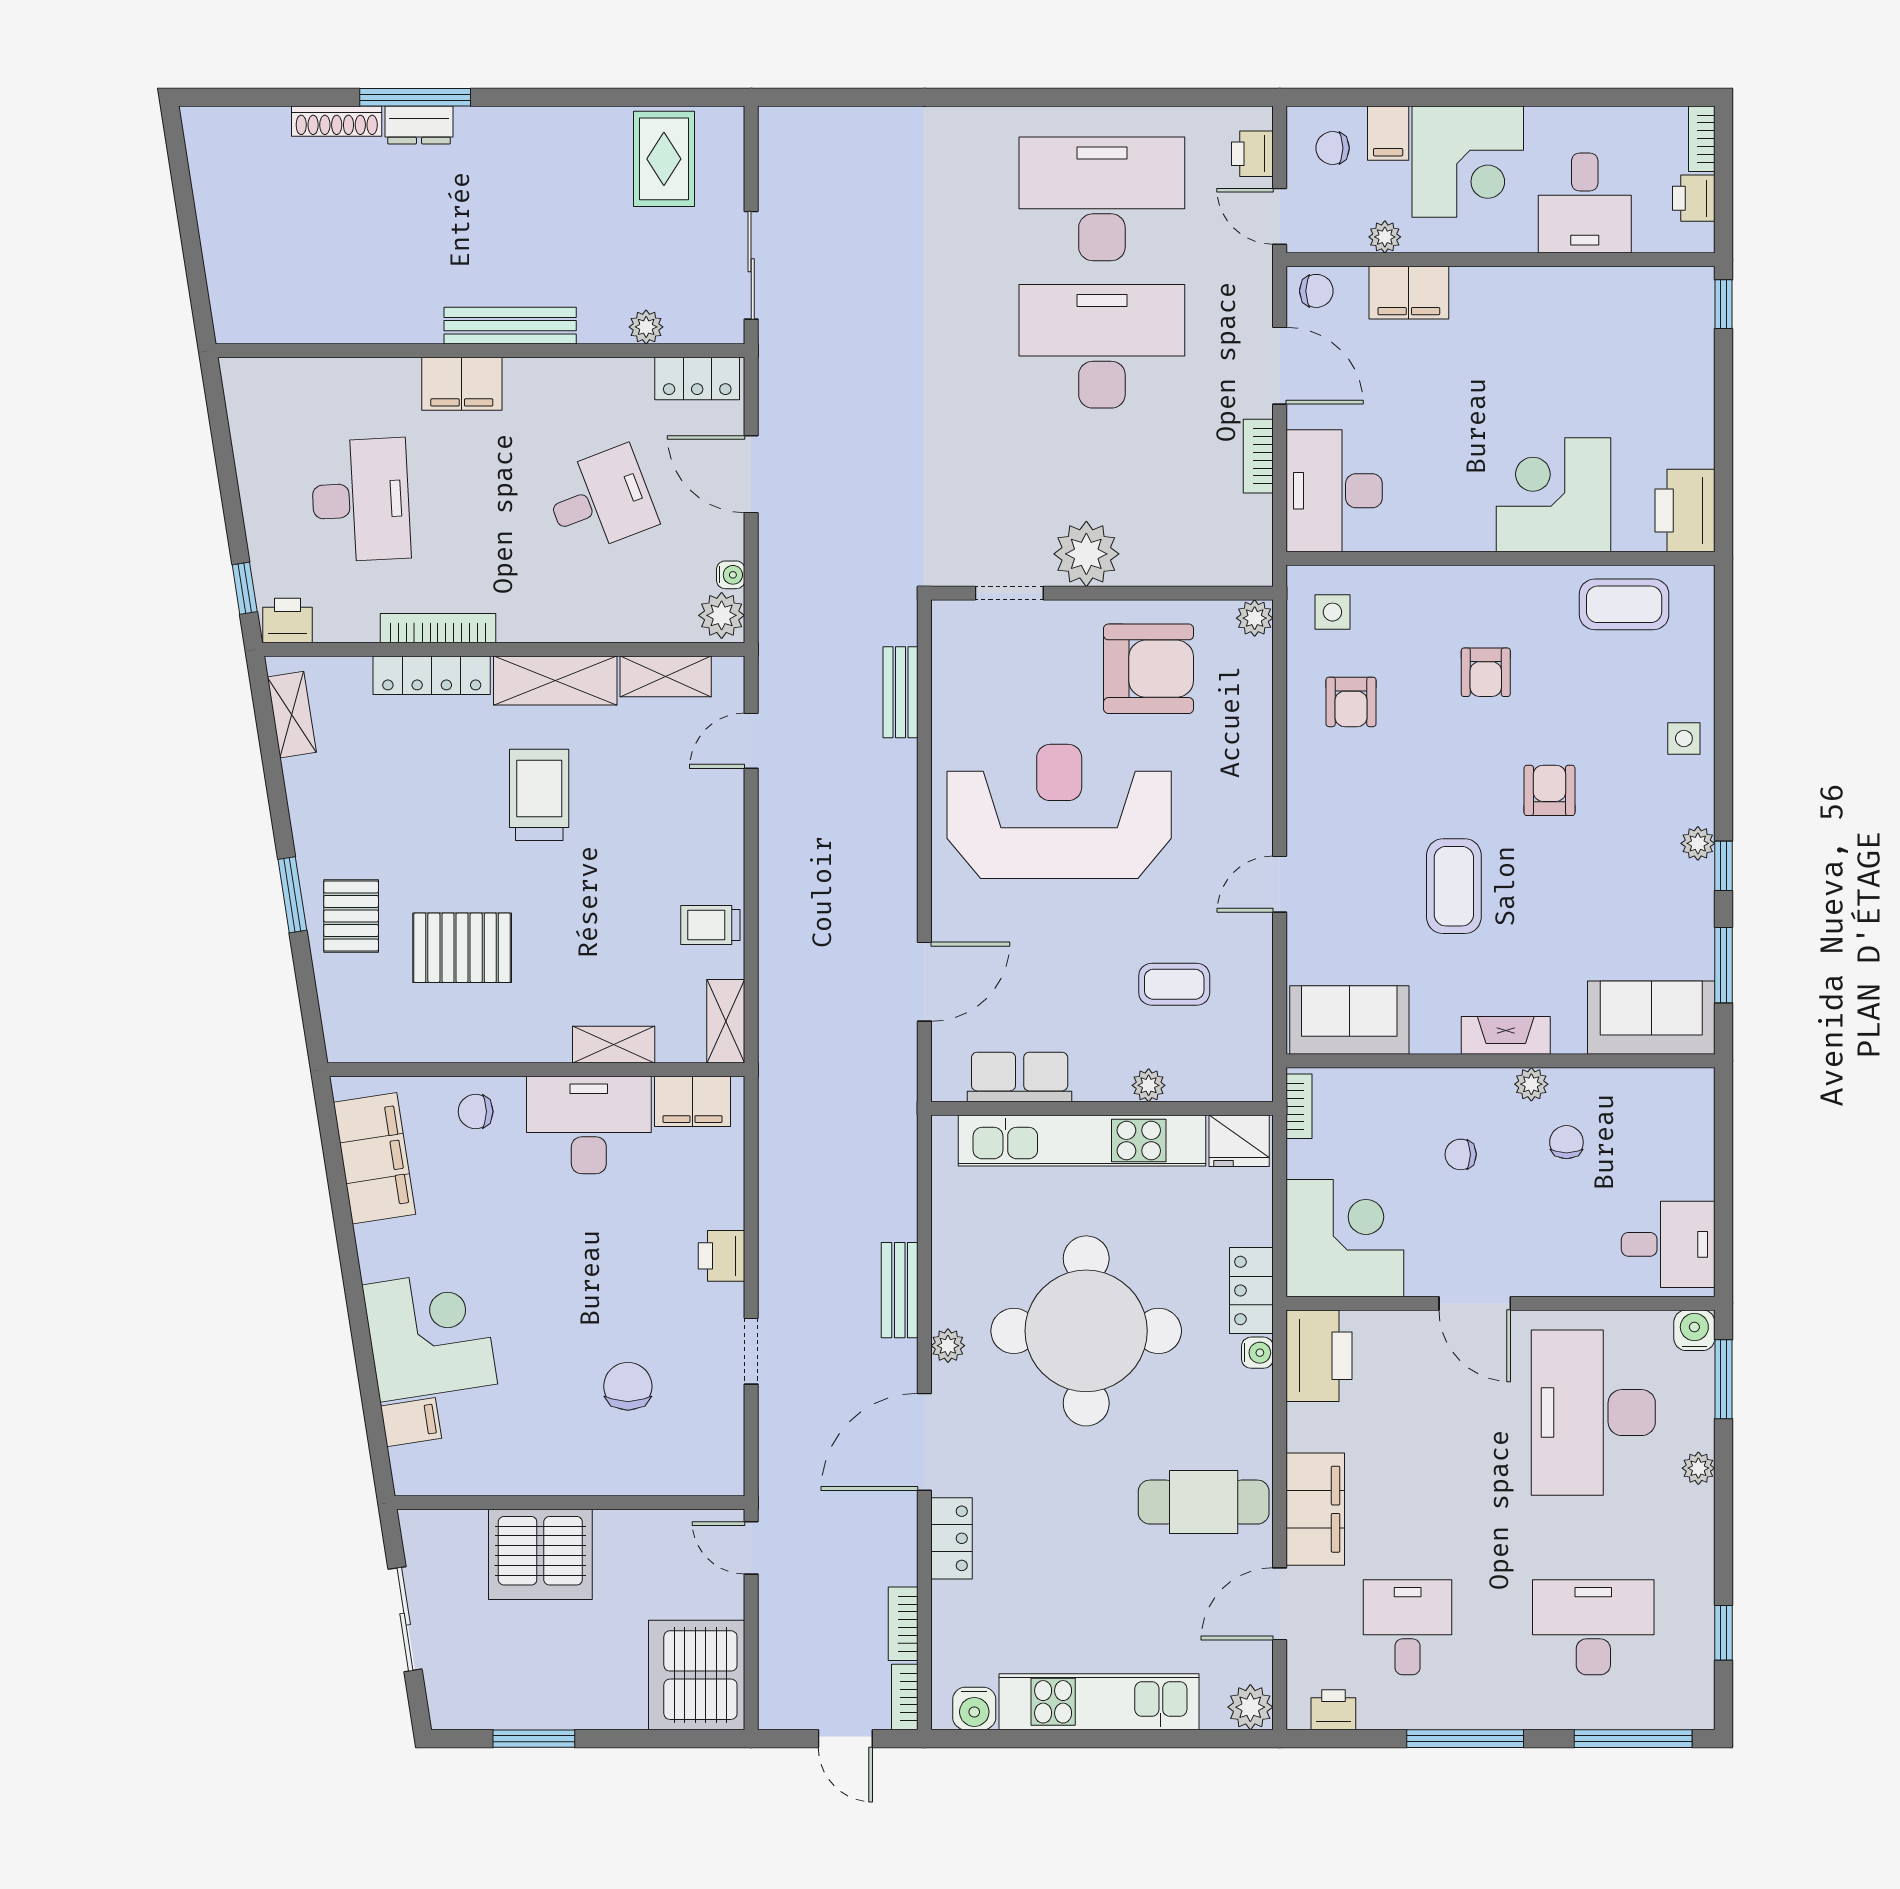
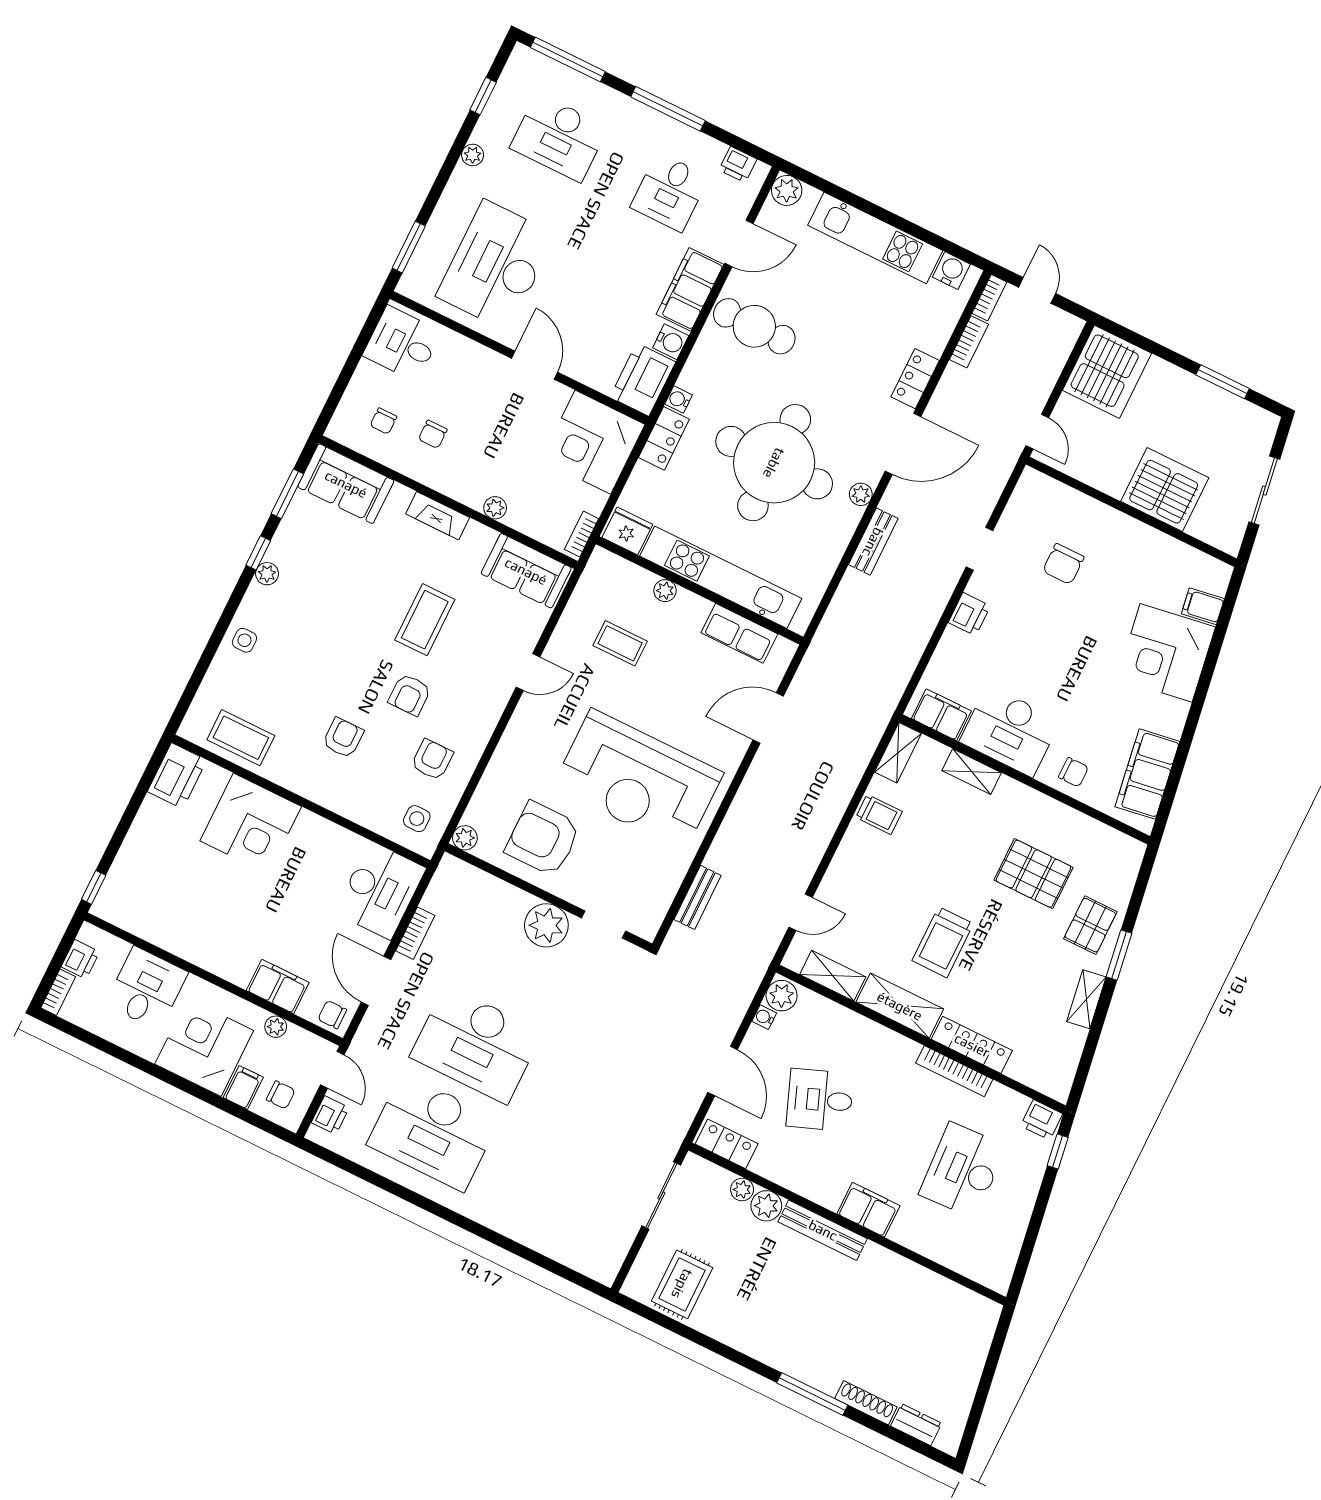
dresser: (419, 125) -> (916, 1425), moved
plant: (602, 321) -> (766, 1206), added
shelving: (292, 715) -> (1086, 999), moved
armchair: (1549, 790) -> (410, 695), moved
plant: (1531, 1084) -> (495, 508), moved
chair: (1461, 1154) -> (383, 421), moved, turned 90
water cooler: (1694, 1330) -> (671, 342), moved, turned -90
desk: (1593, 1413) -> (496, 265), turned 180
plant: (1698, 1468) -> (473, 155), moved

